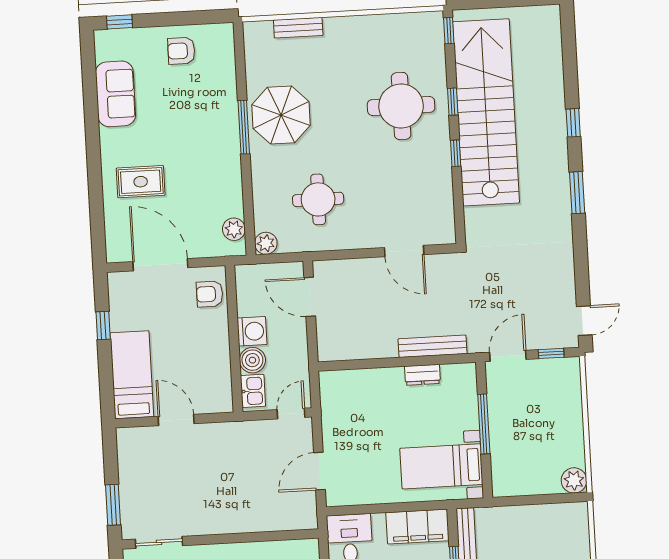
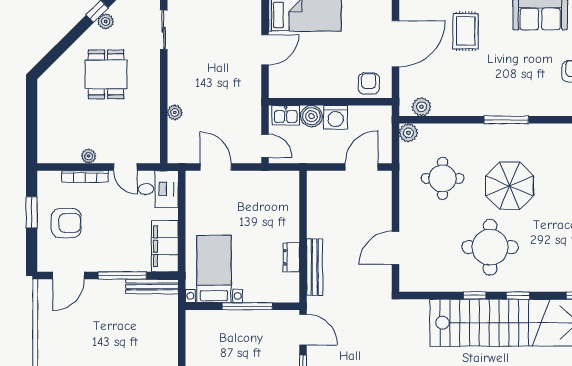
round table: (401, 106) -> (490, 247), moved
parasol: (281, 115) -> (510, 186), moved
plant: (257, 524) -> (175, 112), added

